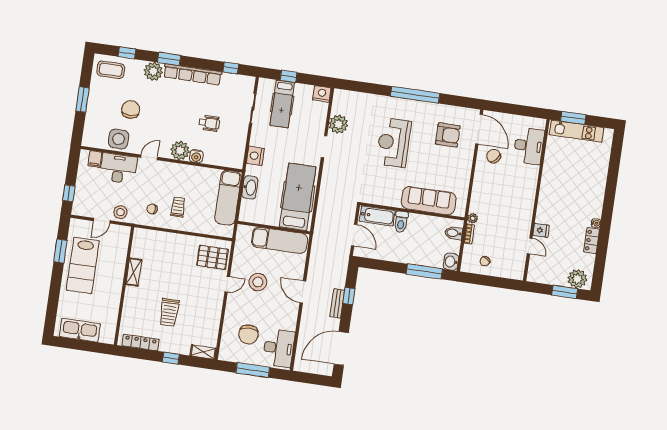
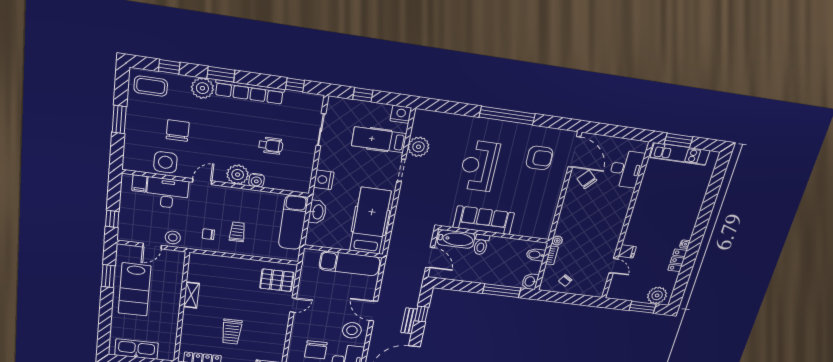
hospital bed: (282, 104) -> (379, 140), moved, turned 90
sofa: (429, 201) -> (484, 220), moved
stool: (258, 282) -> (352, 330), moved

